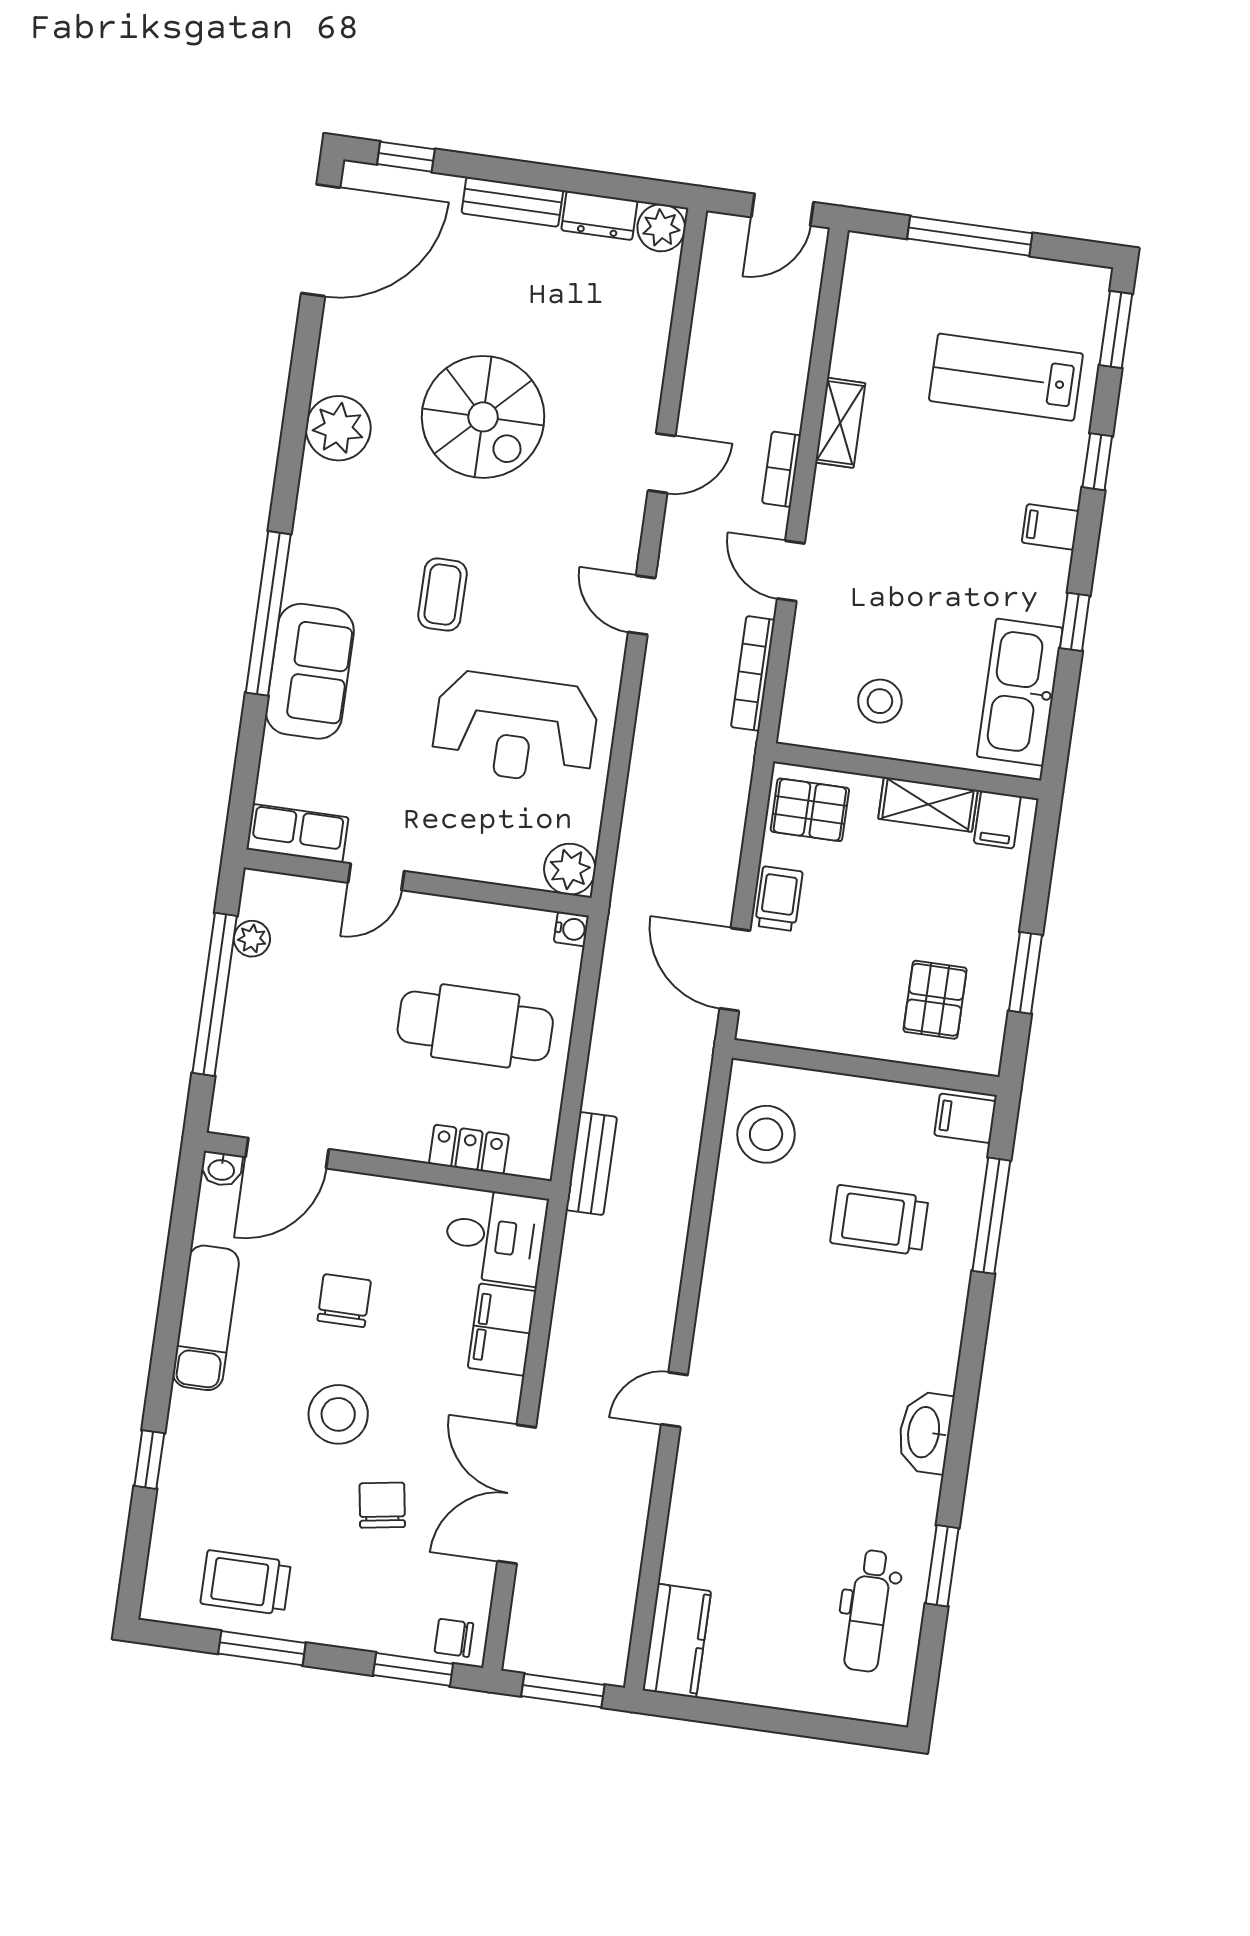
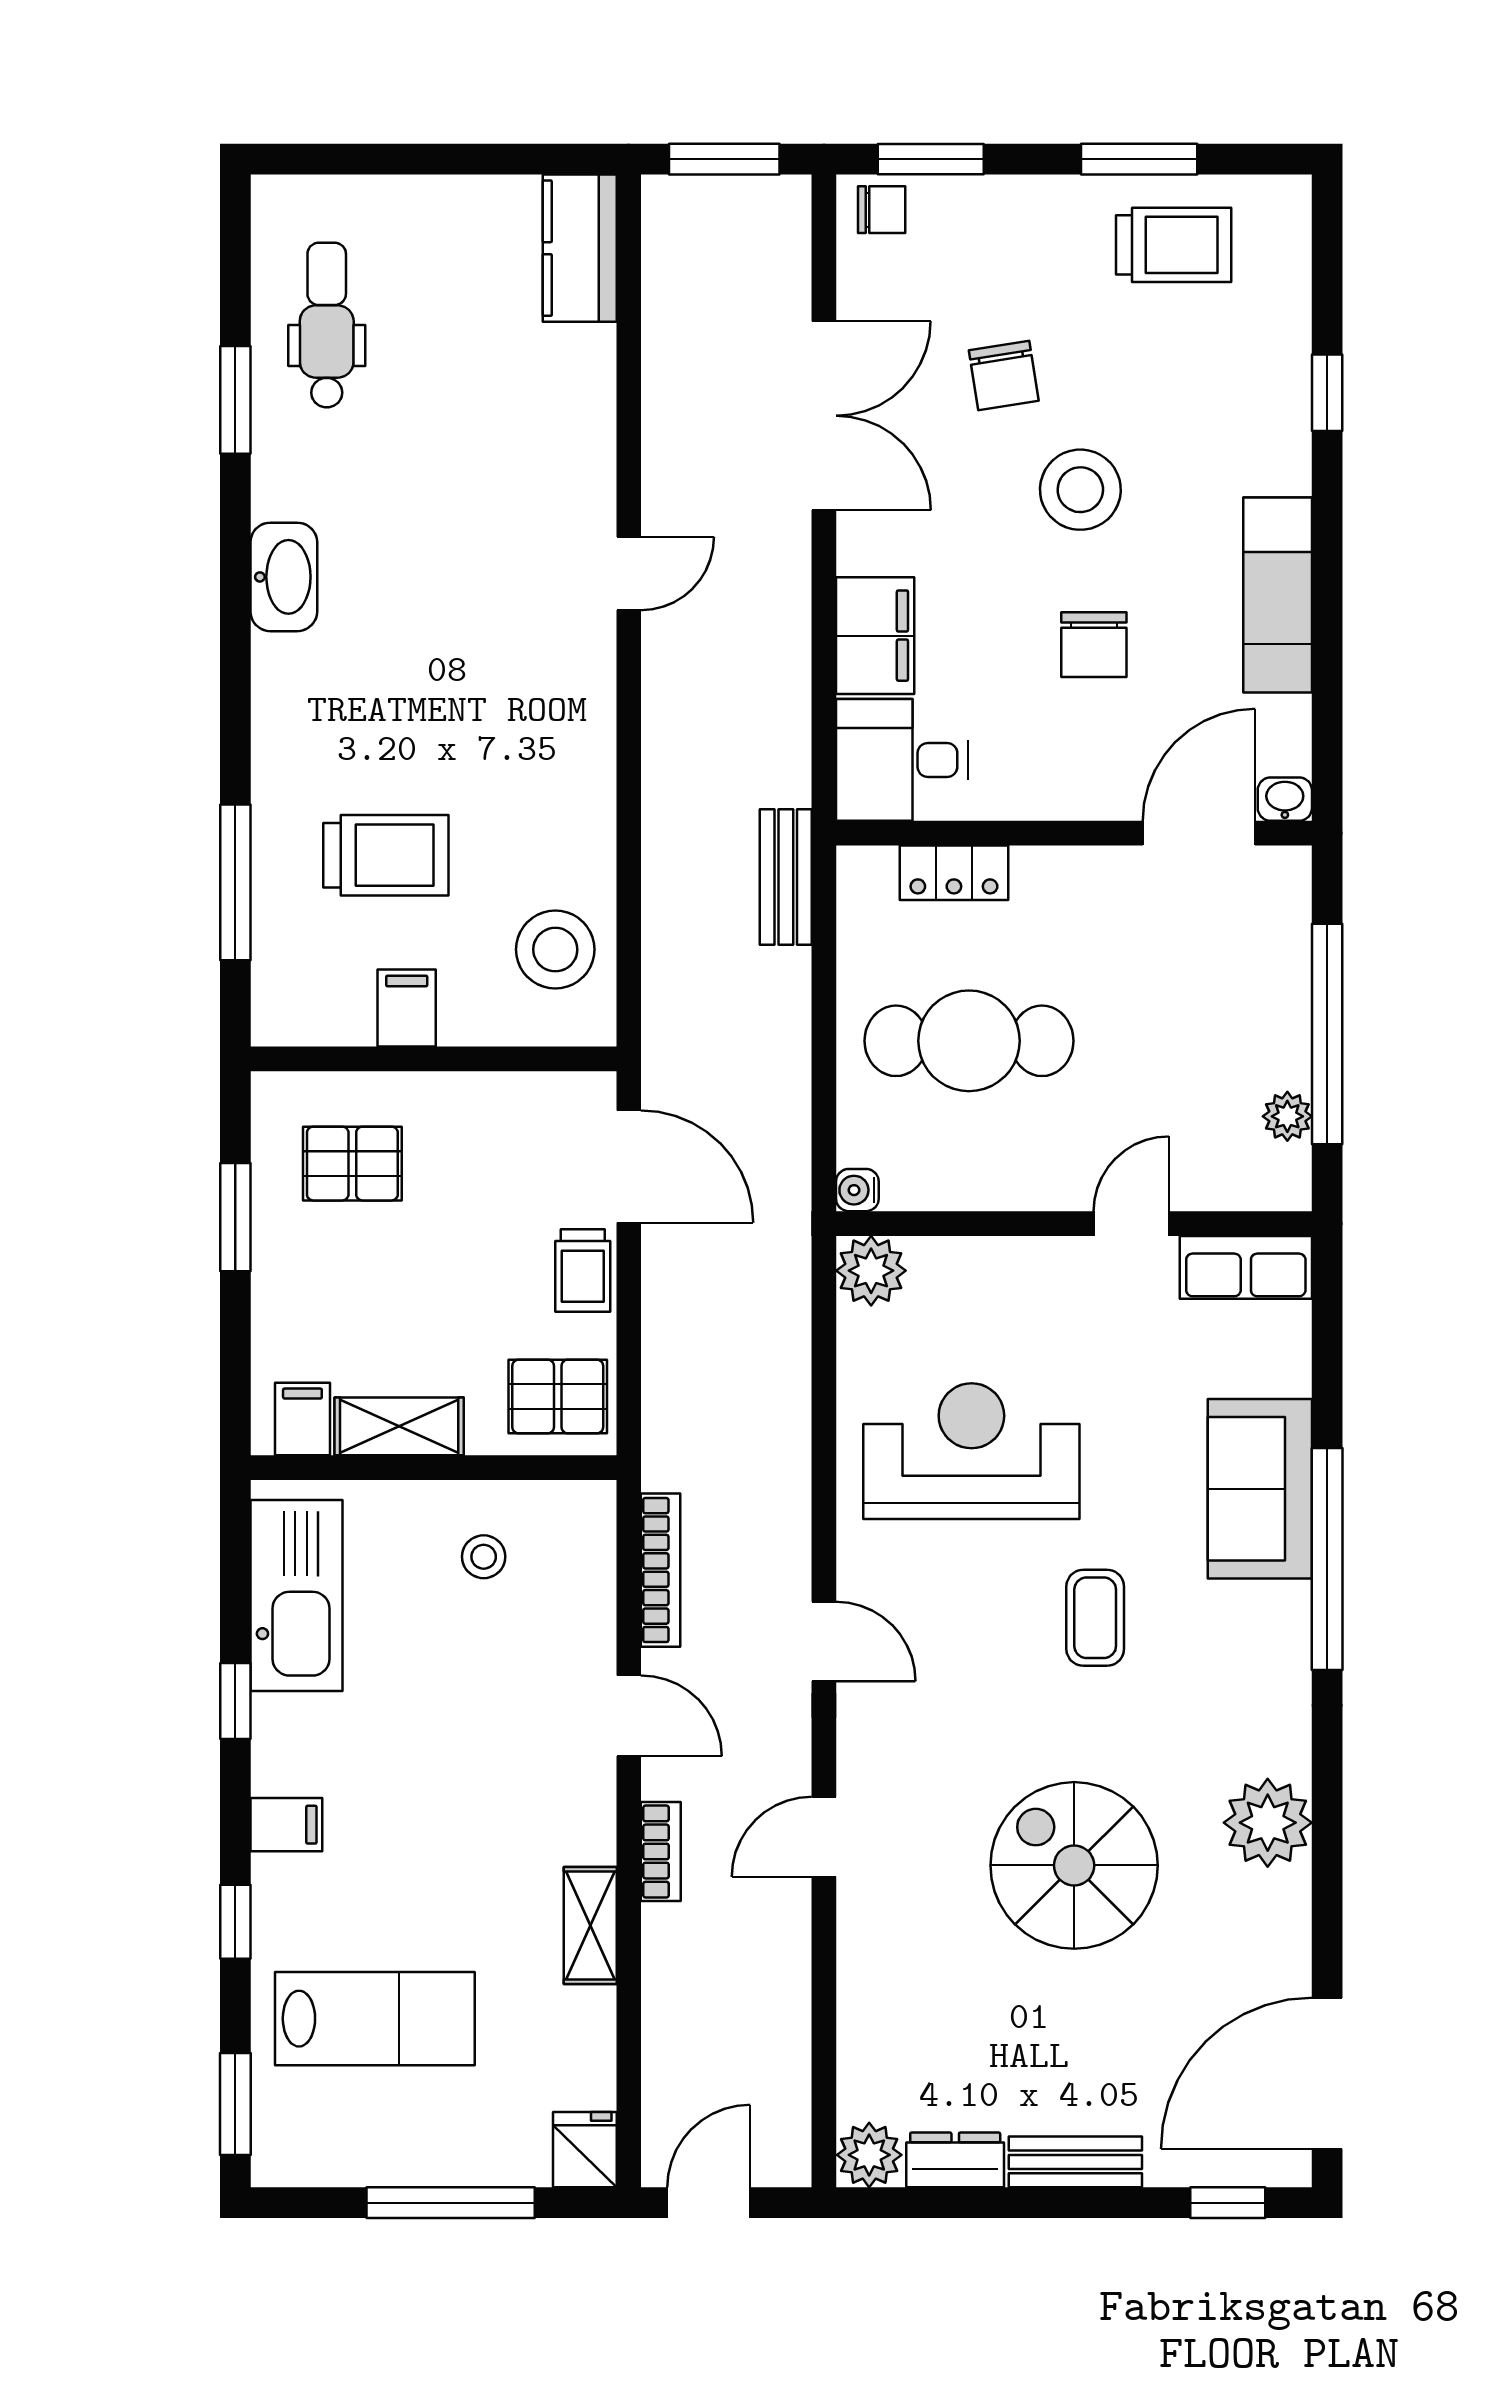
fridge: (867, 261) -> (585, 2150), added
stool: (880, 701) -> (484, 1557), width x0.73, depth x0.73
pallet: (935, 1000) -> (352, 1164), turned 90
filing cabinet: (965, 1118) -> (407, 1008), moved, turned -90

